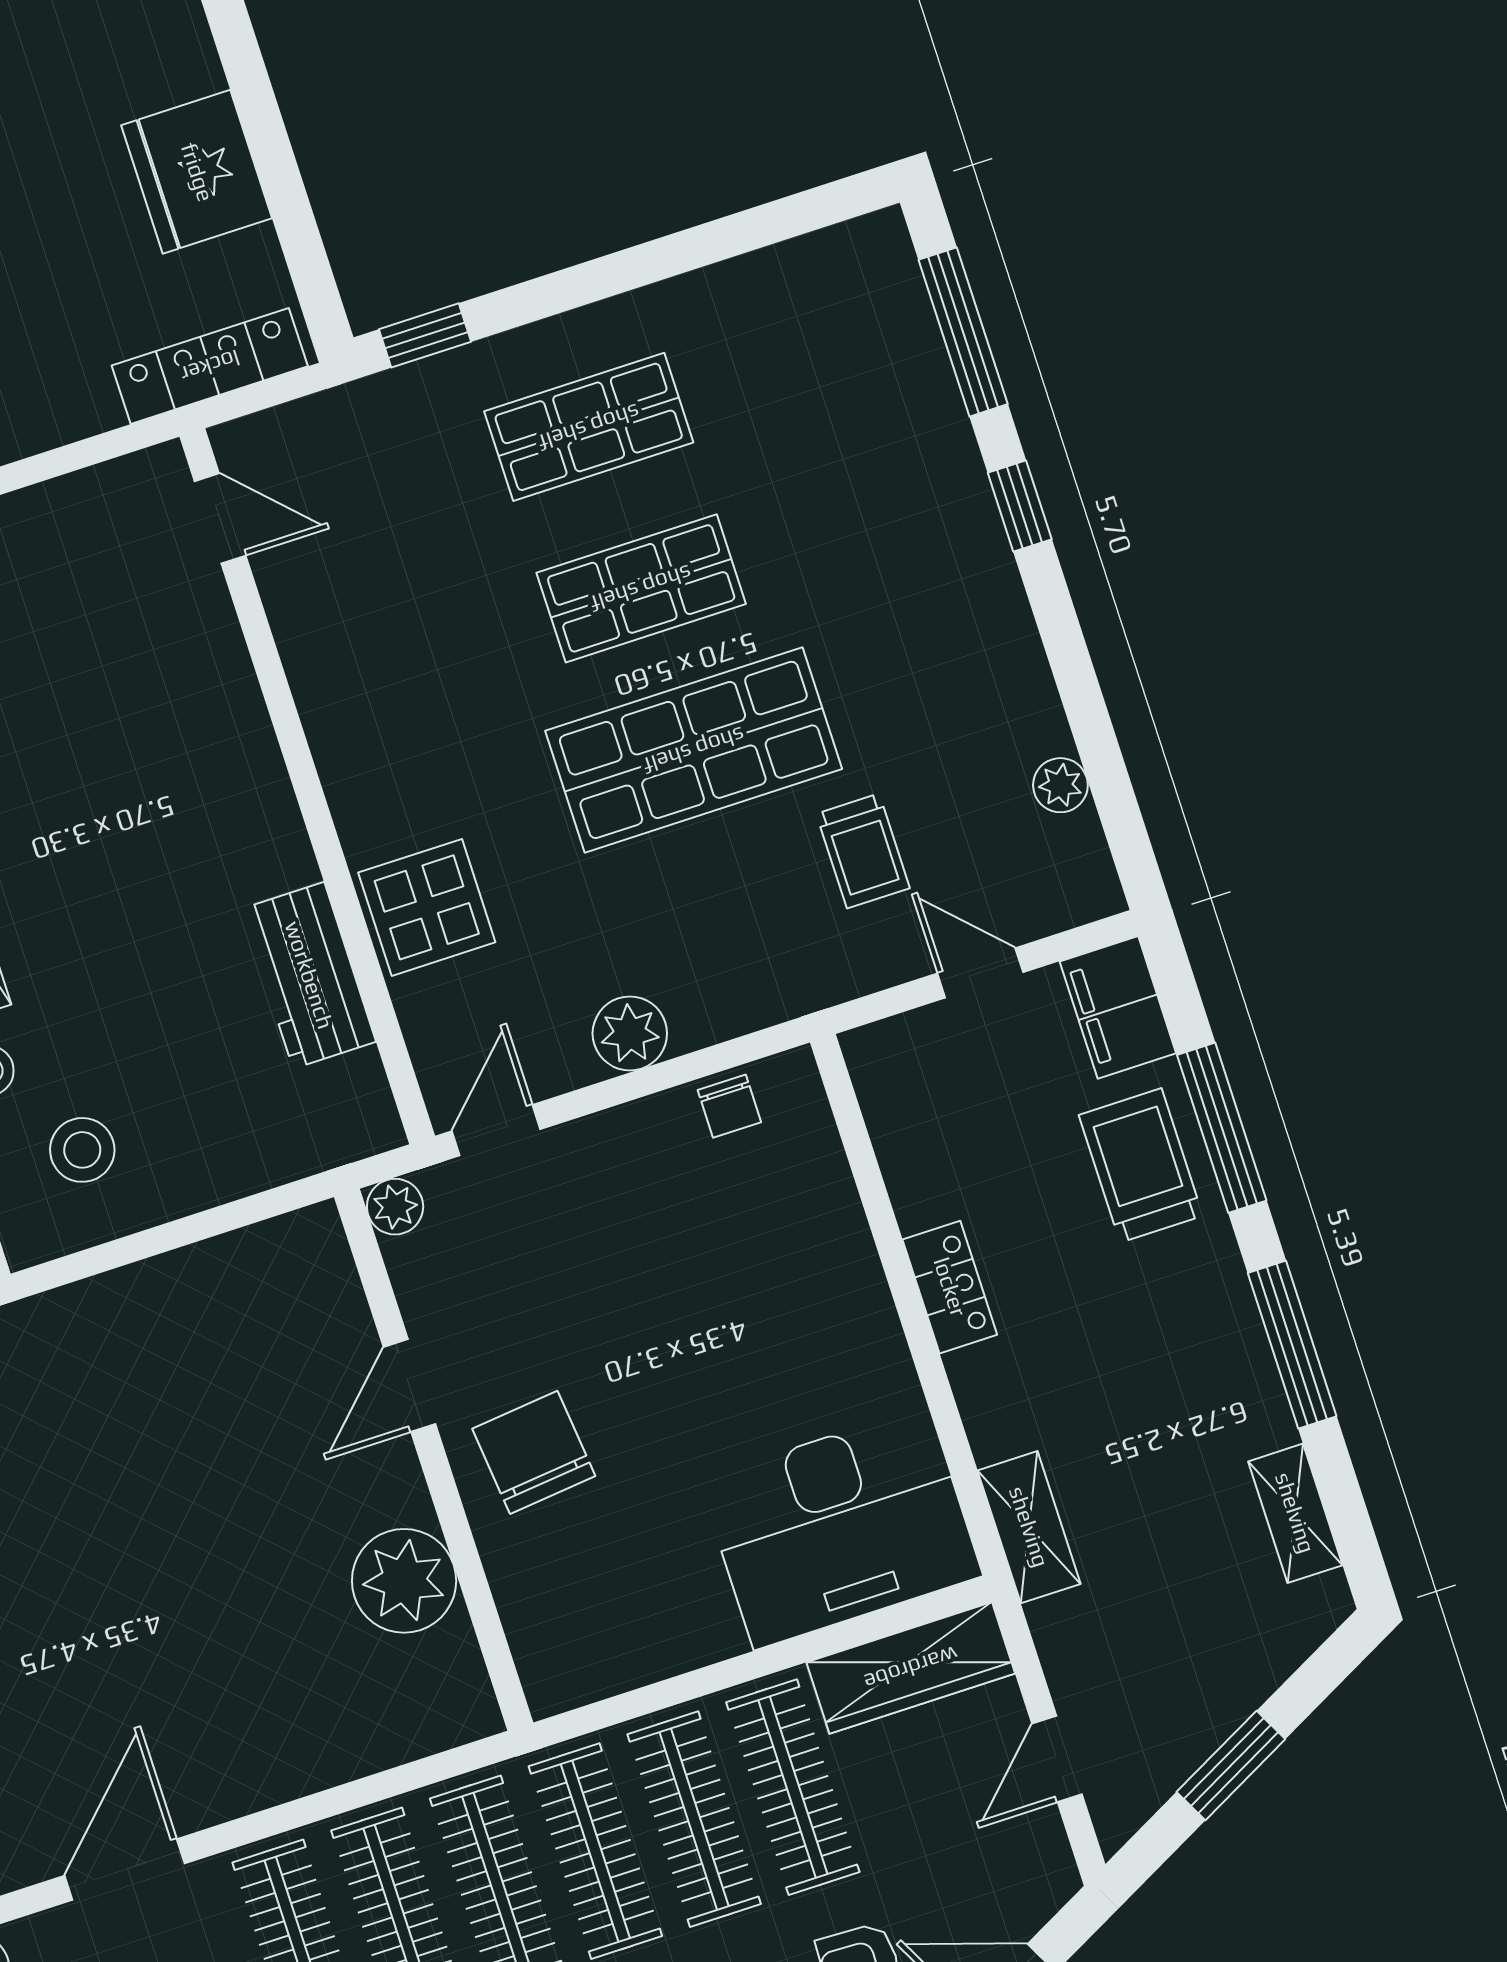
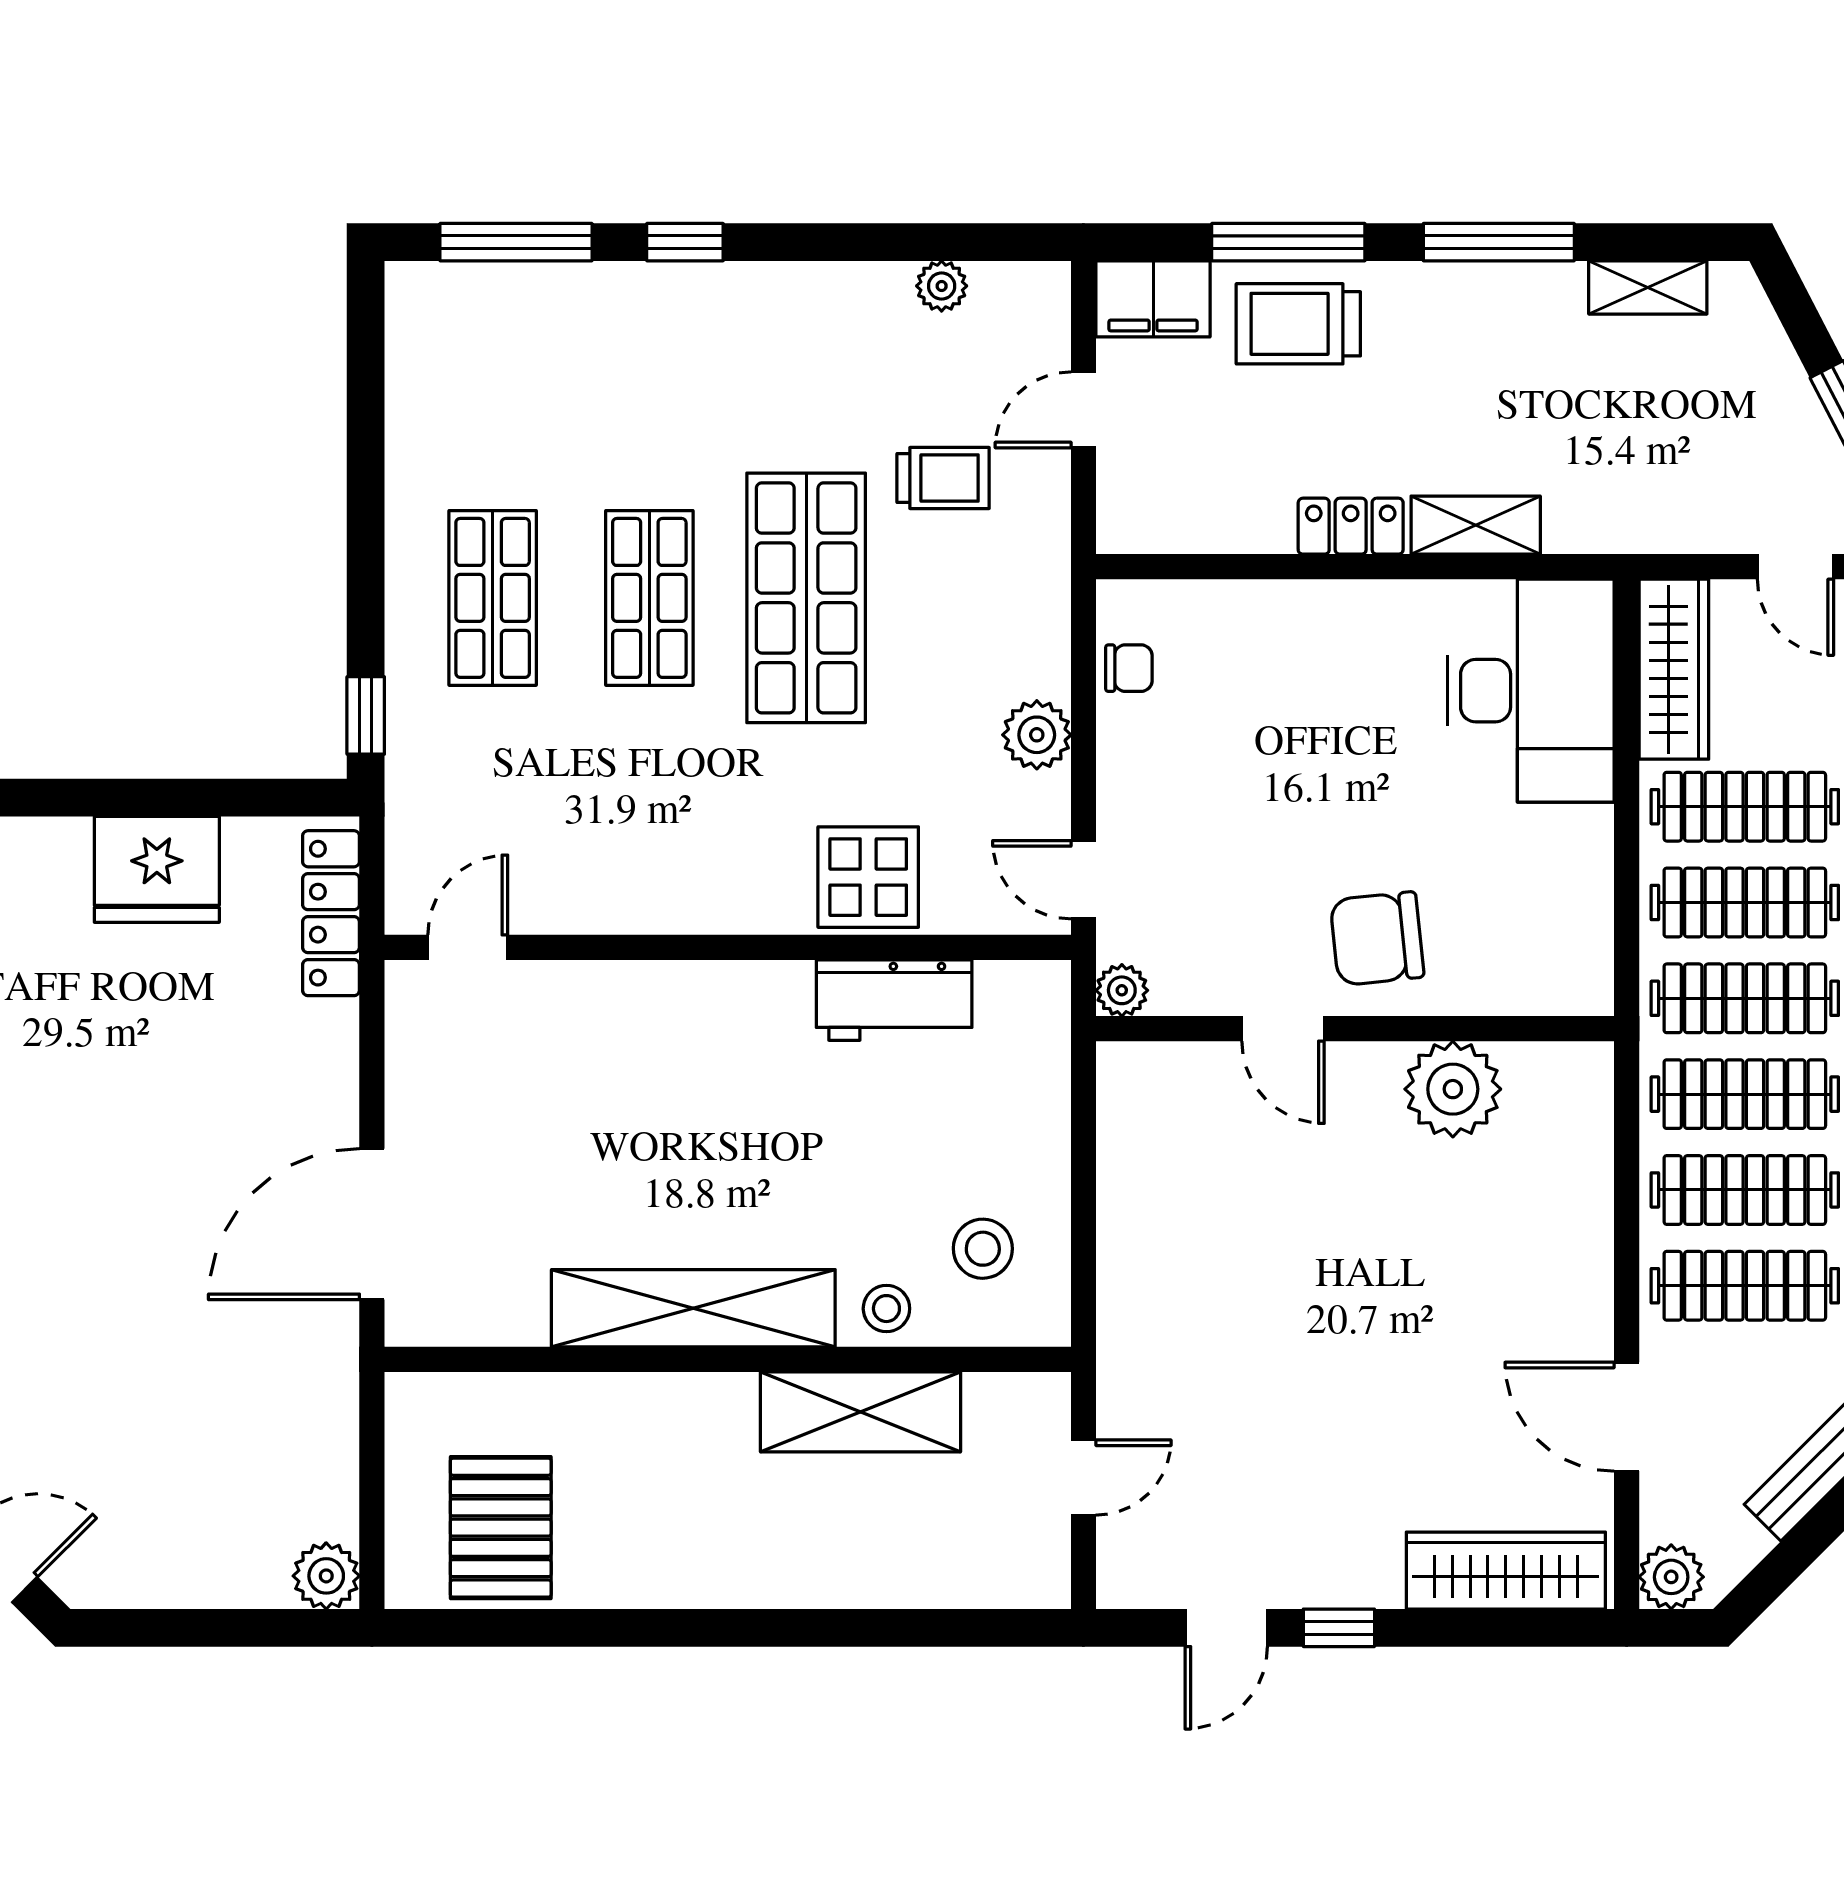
shelving: (1029, 1527) -> (1476, 525), moved

